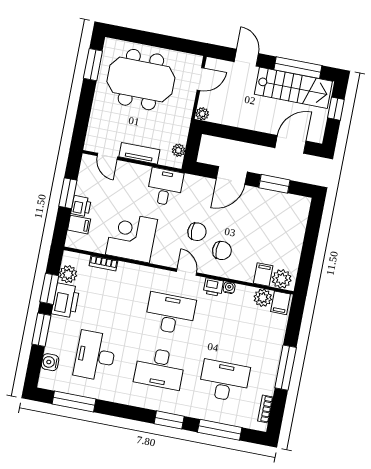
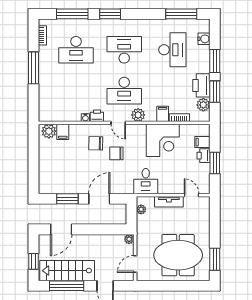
plant: (263, 298) -> (138, 115), moved
filing cabinet: (280, 303) -> (163, 114), moved

